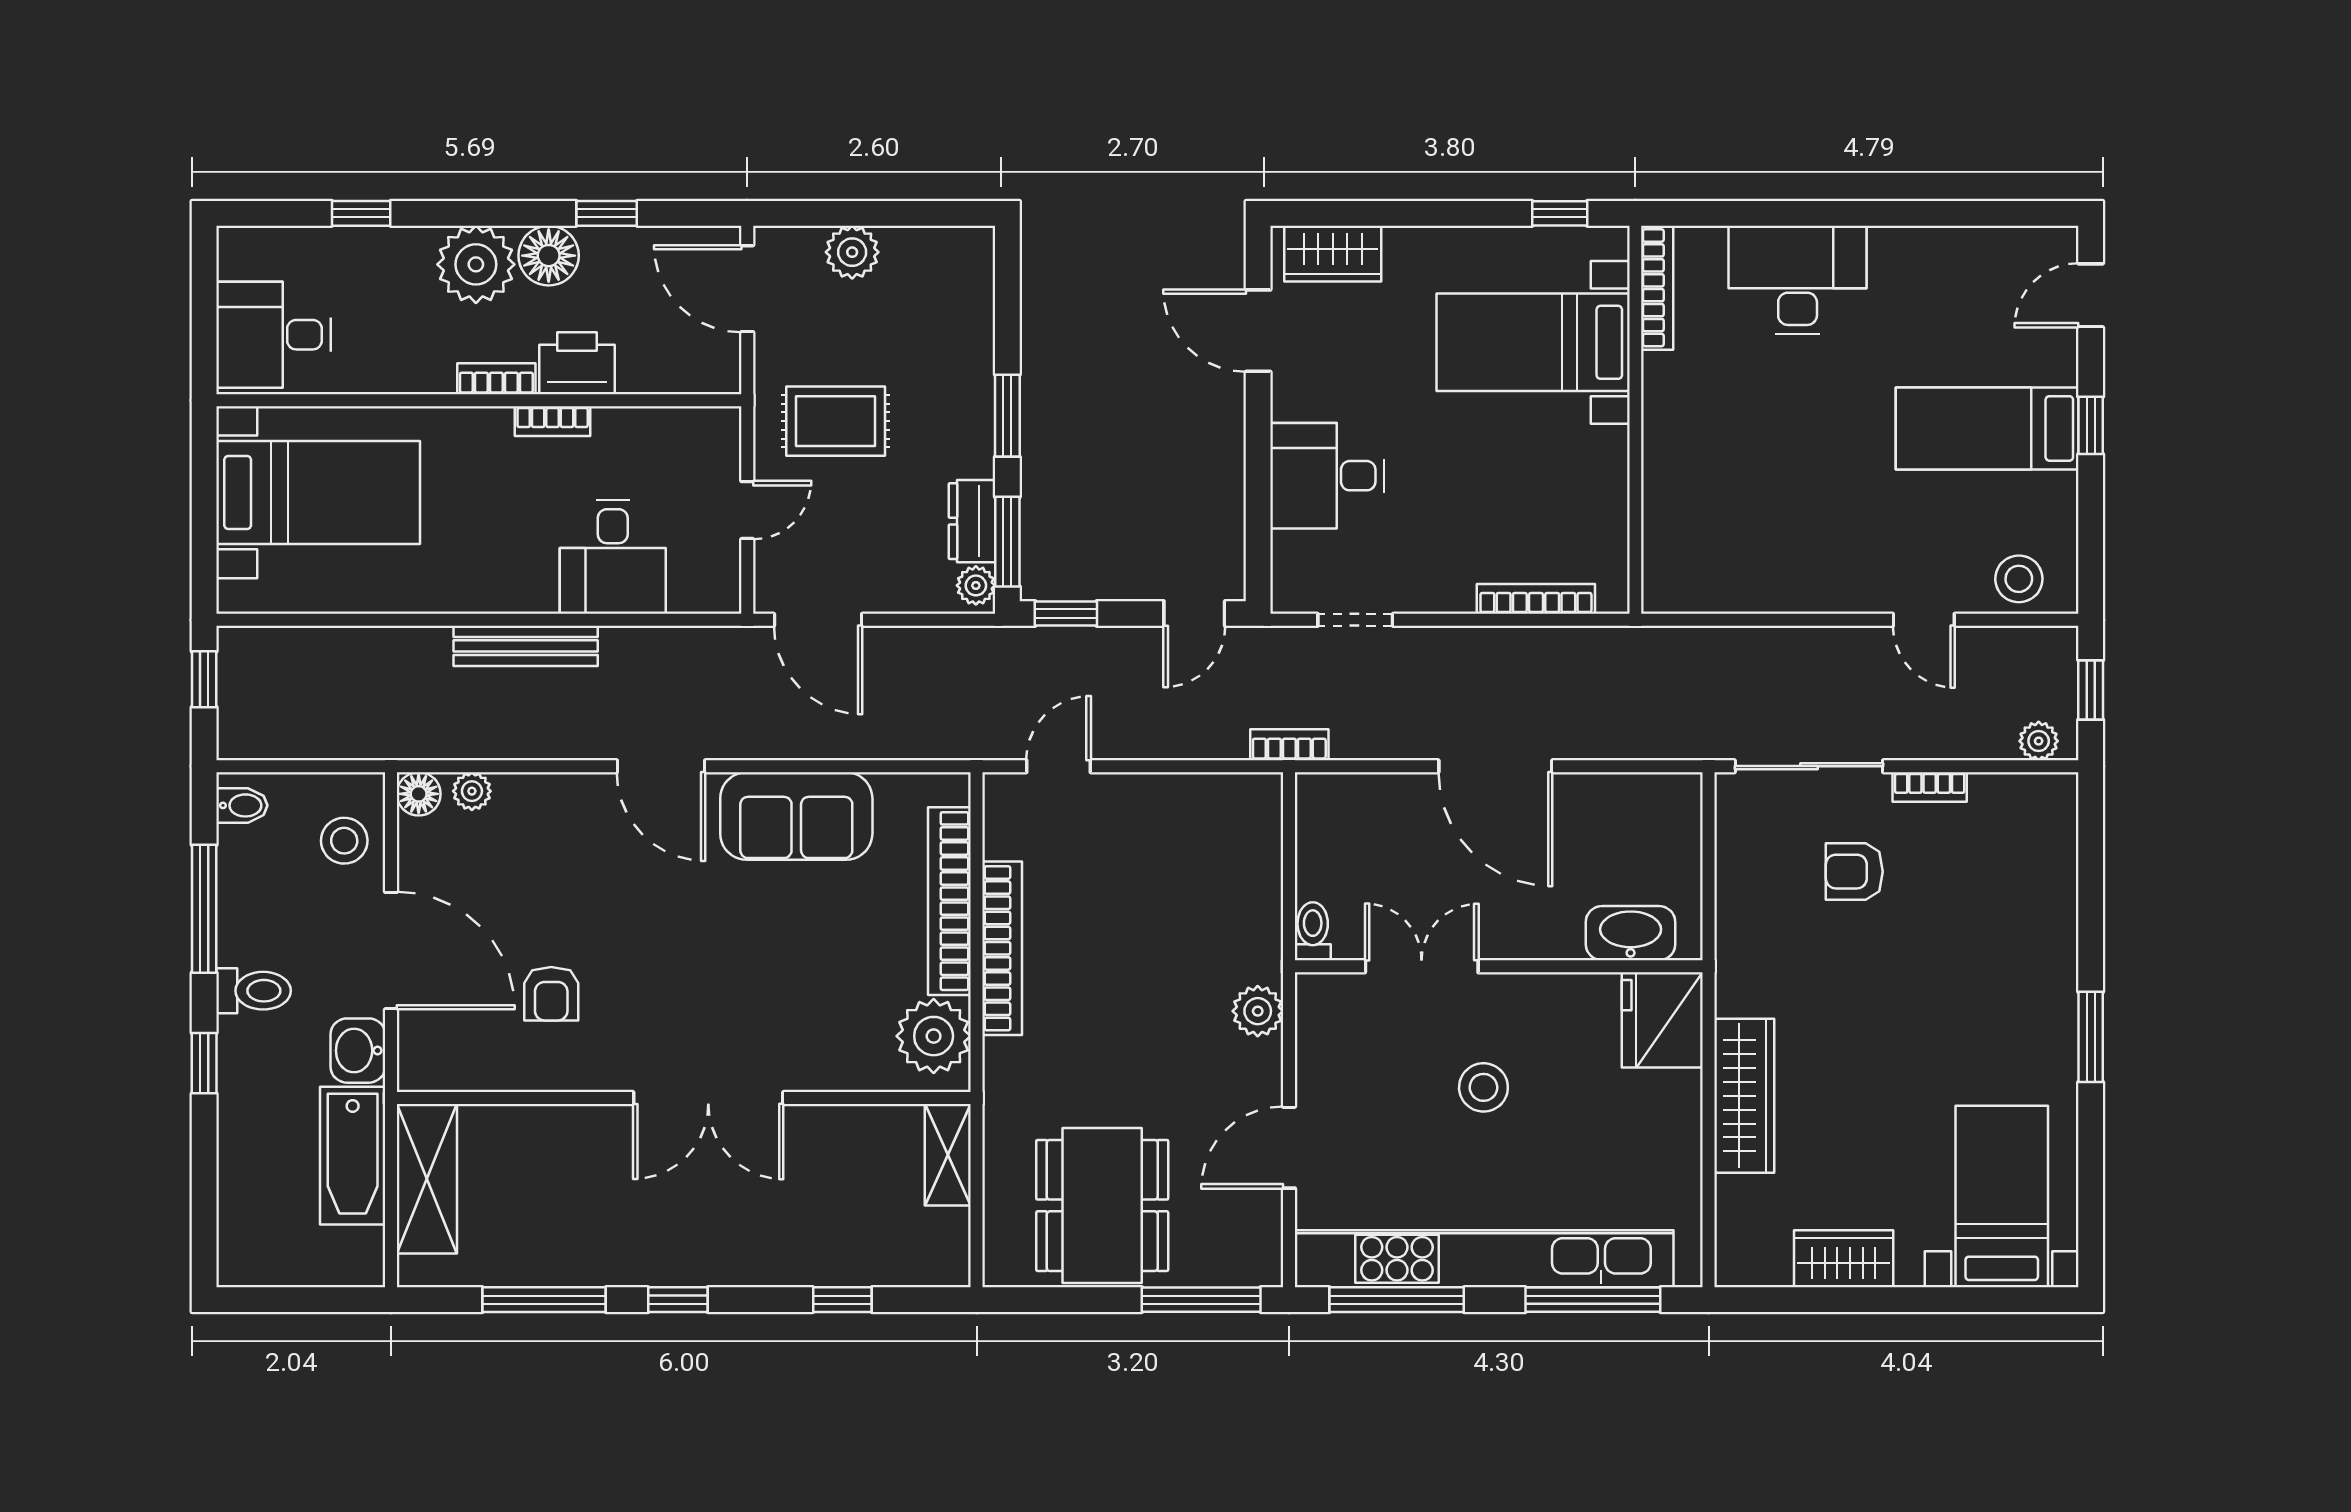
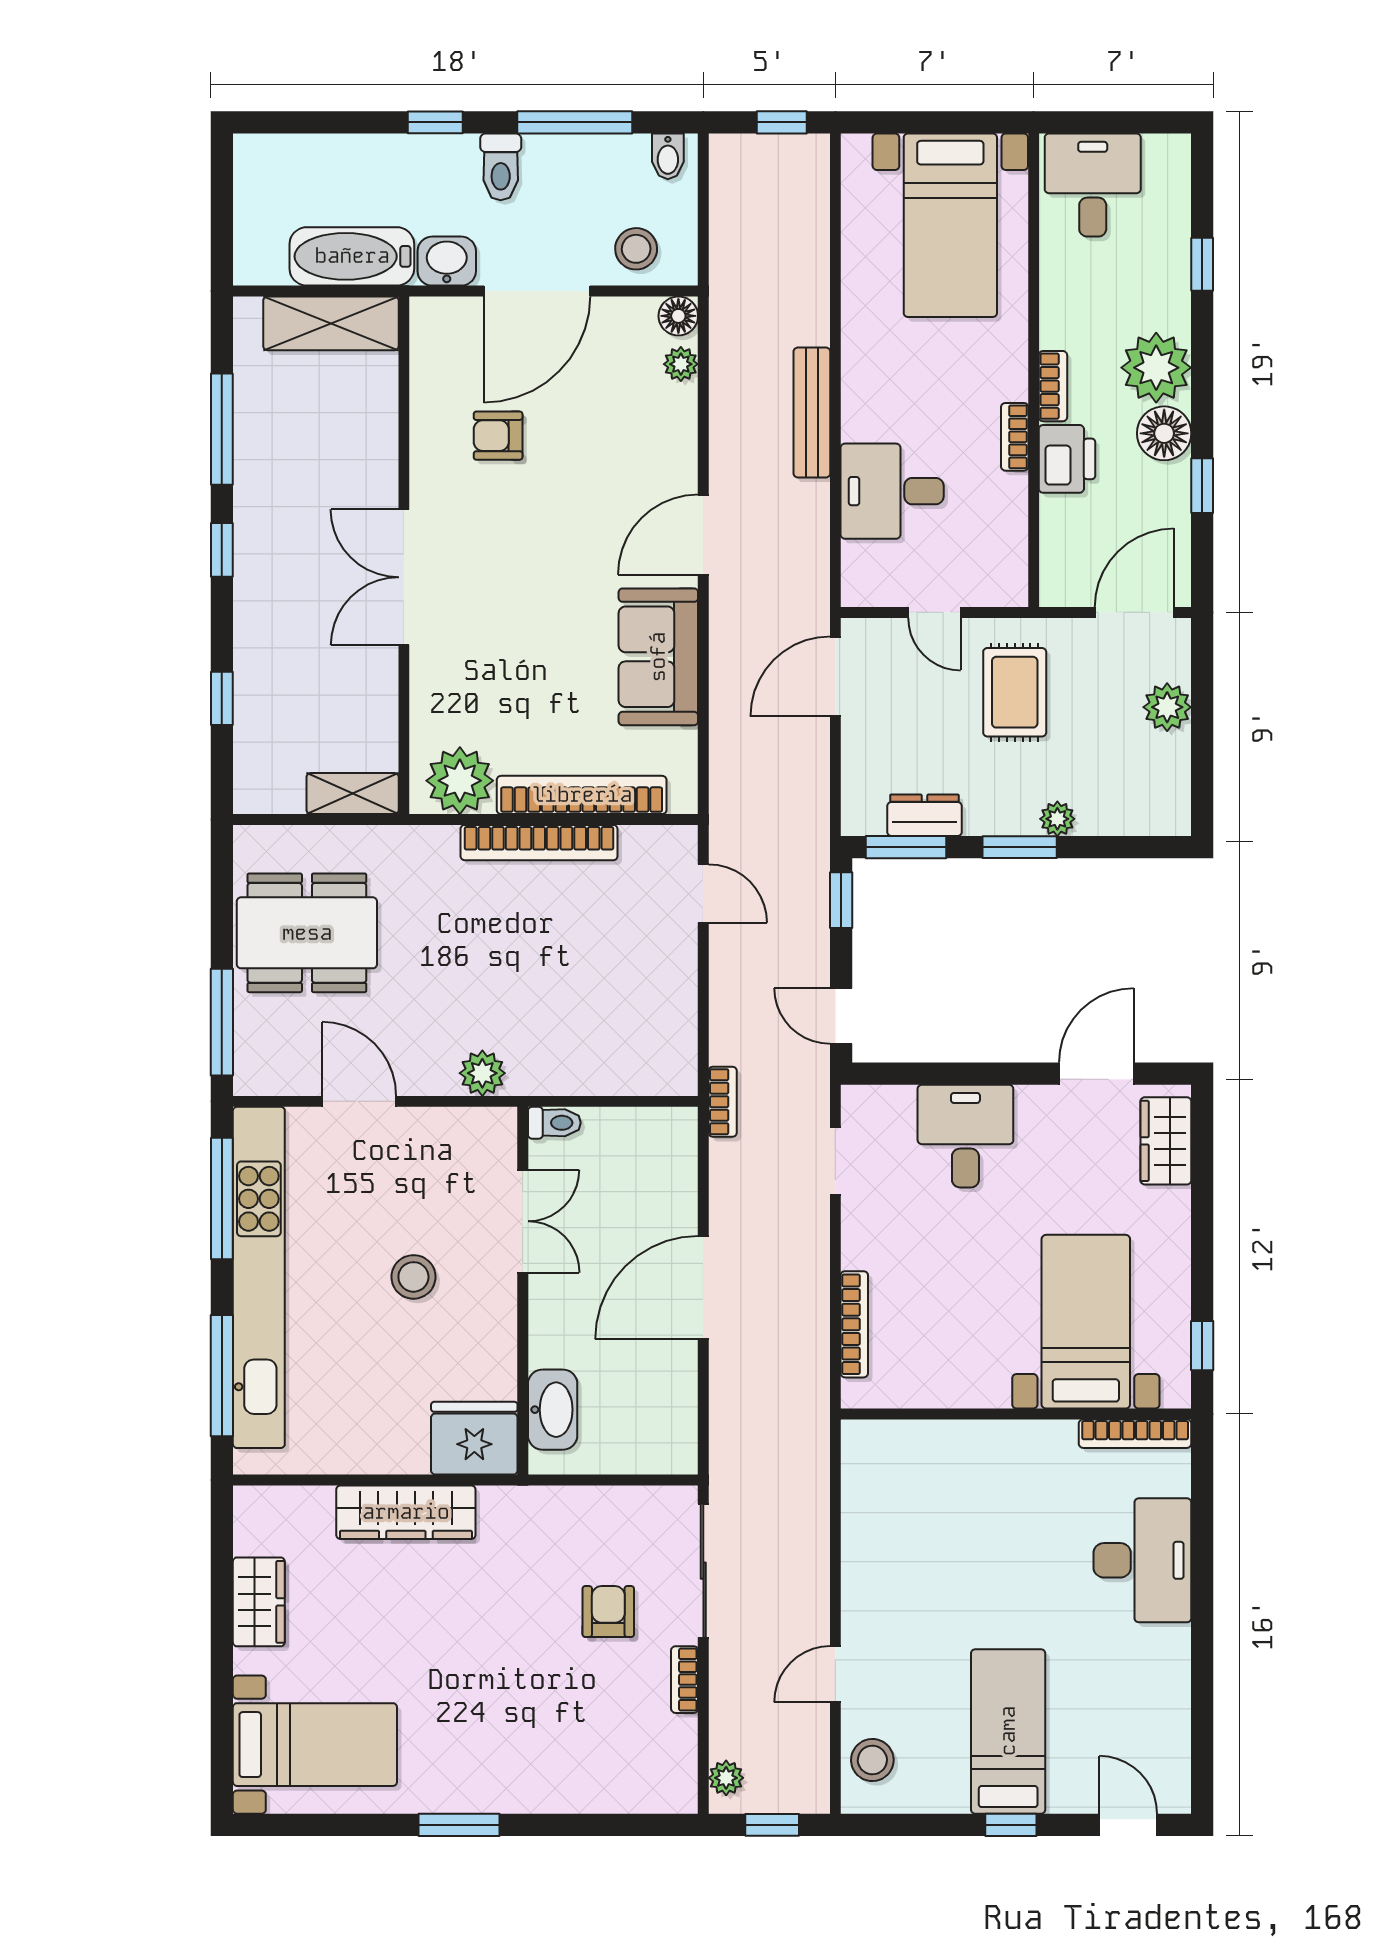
plant: (976, 585) -> (1057, 819), moved

